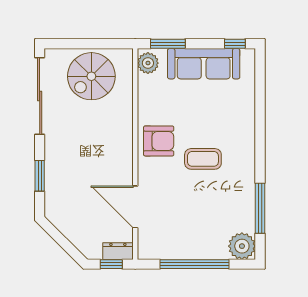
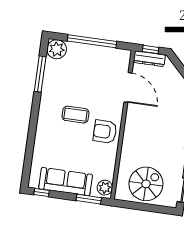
dresser: (118, 251) -> (149, 59), width x1.44

